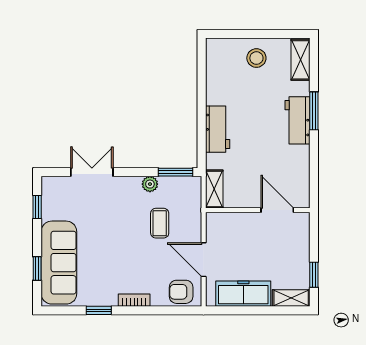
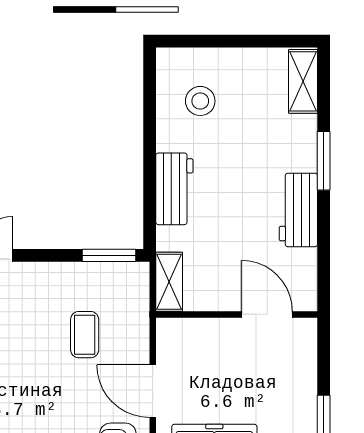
stool: (256, 58) -> (200, 101), moved
workbench: (297, 120) -> (298, 210), moved
plant: (150, 184) -> (70, 274), removed

